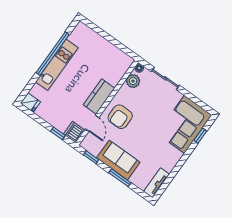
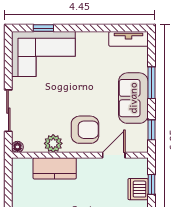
plant: (133, 81) -> (53, 143), moved
kitchen counter: (99, 97) -> (55, 168), moved
dishwasher: (74, 132) -> (138, 189), moved, turned 90

